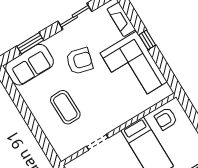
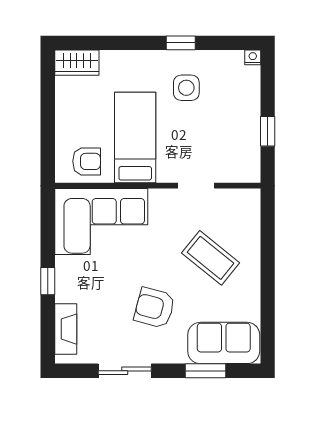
corner sofa: (134, 67) -> (101, 222), moved, turned 90
coffee table: (65, 107) -> (211, 258), turned -50

